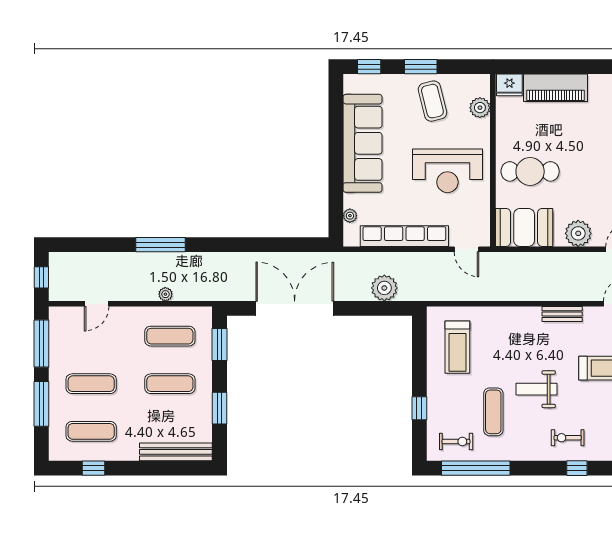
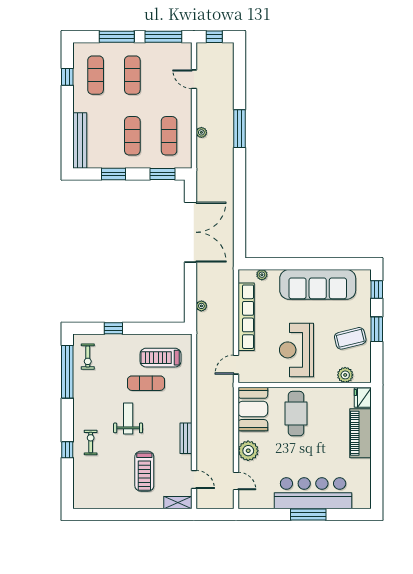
plant: (384, 288) -> (201, 306), width x0.53, depth x0.53
exercise mat: (493, 412) -> (146, 383), moved

